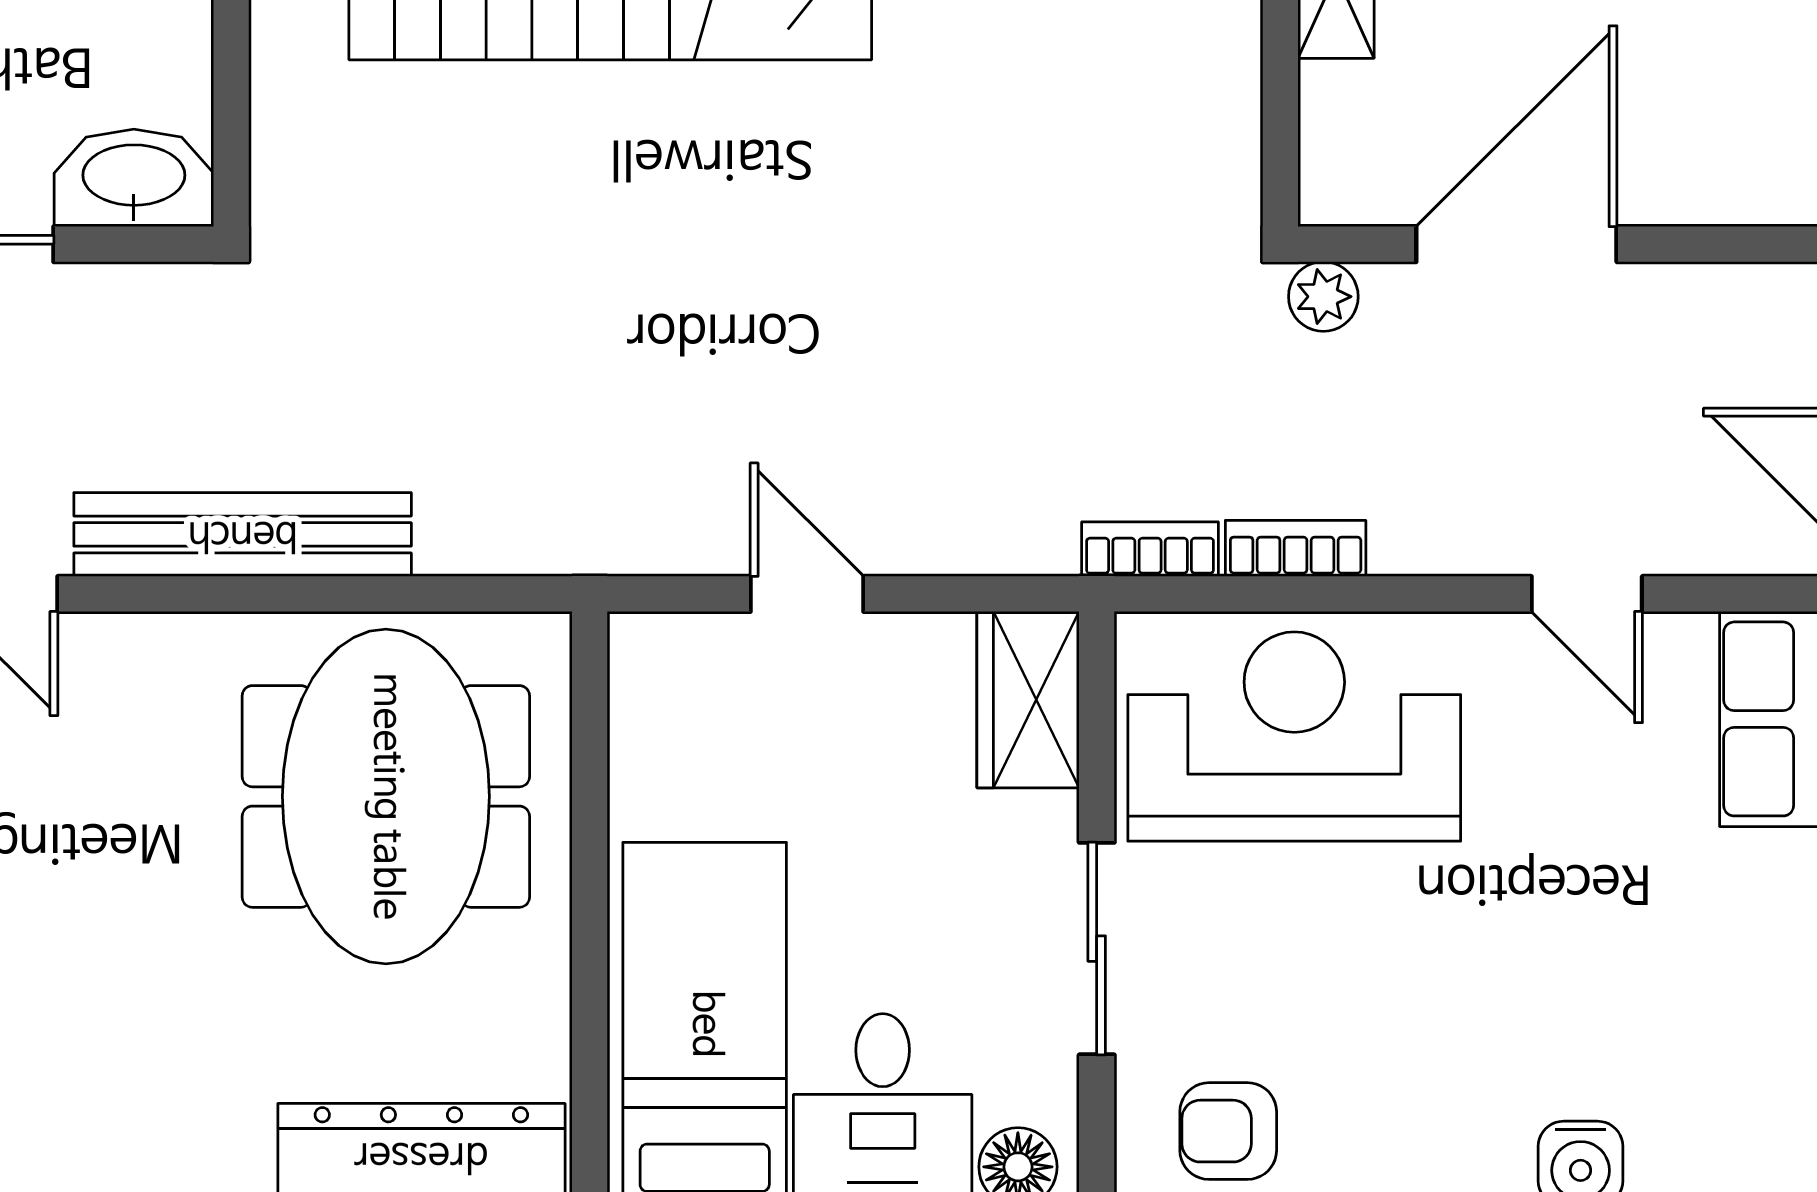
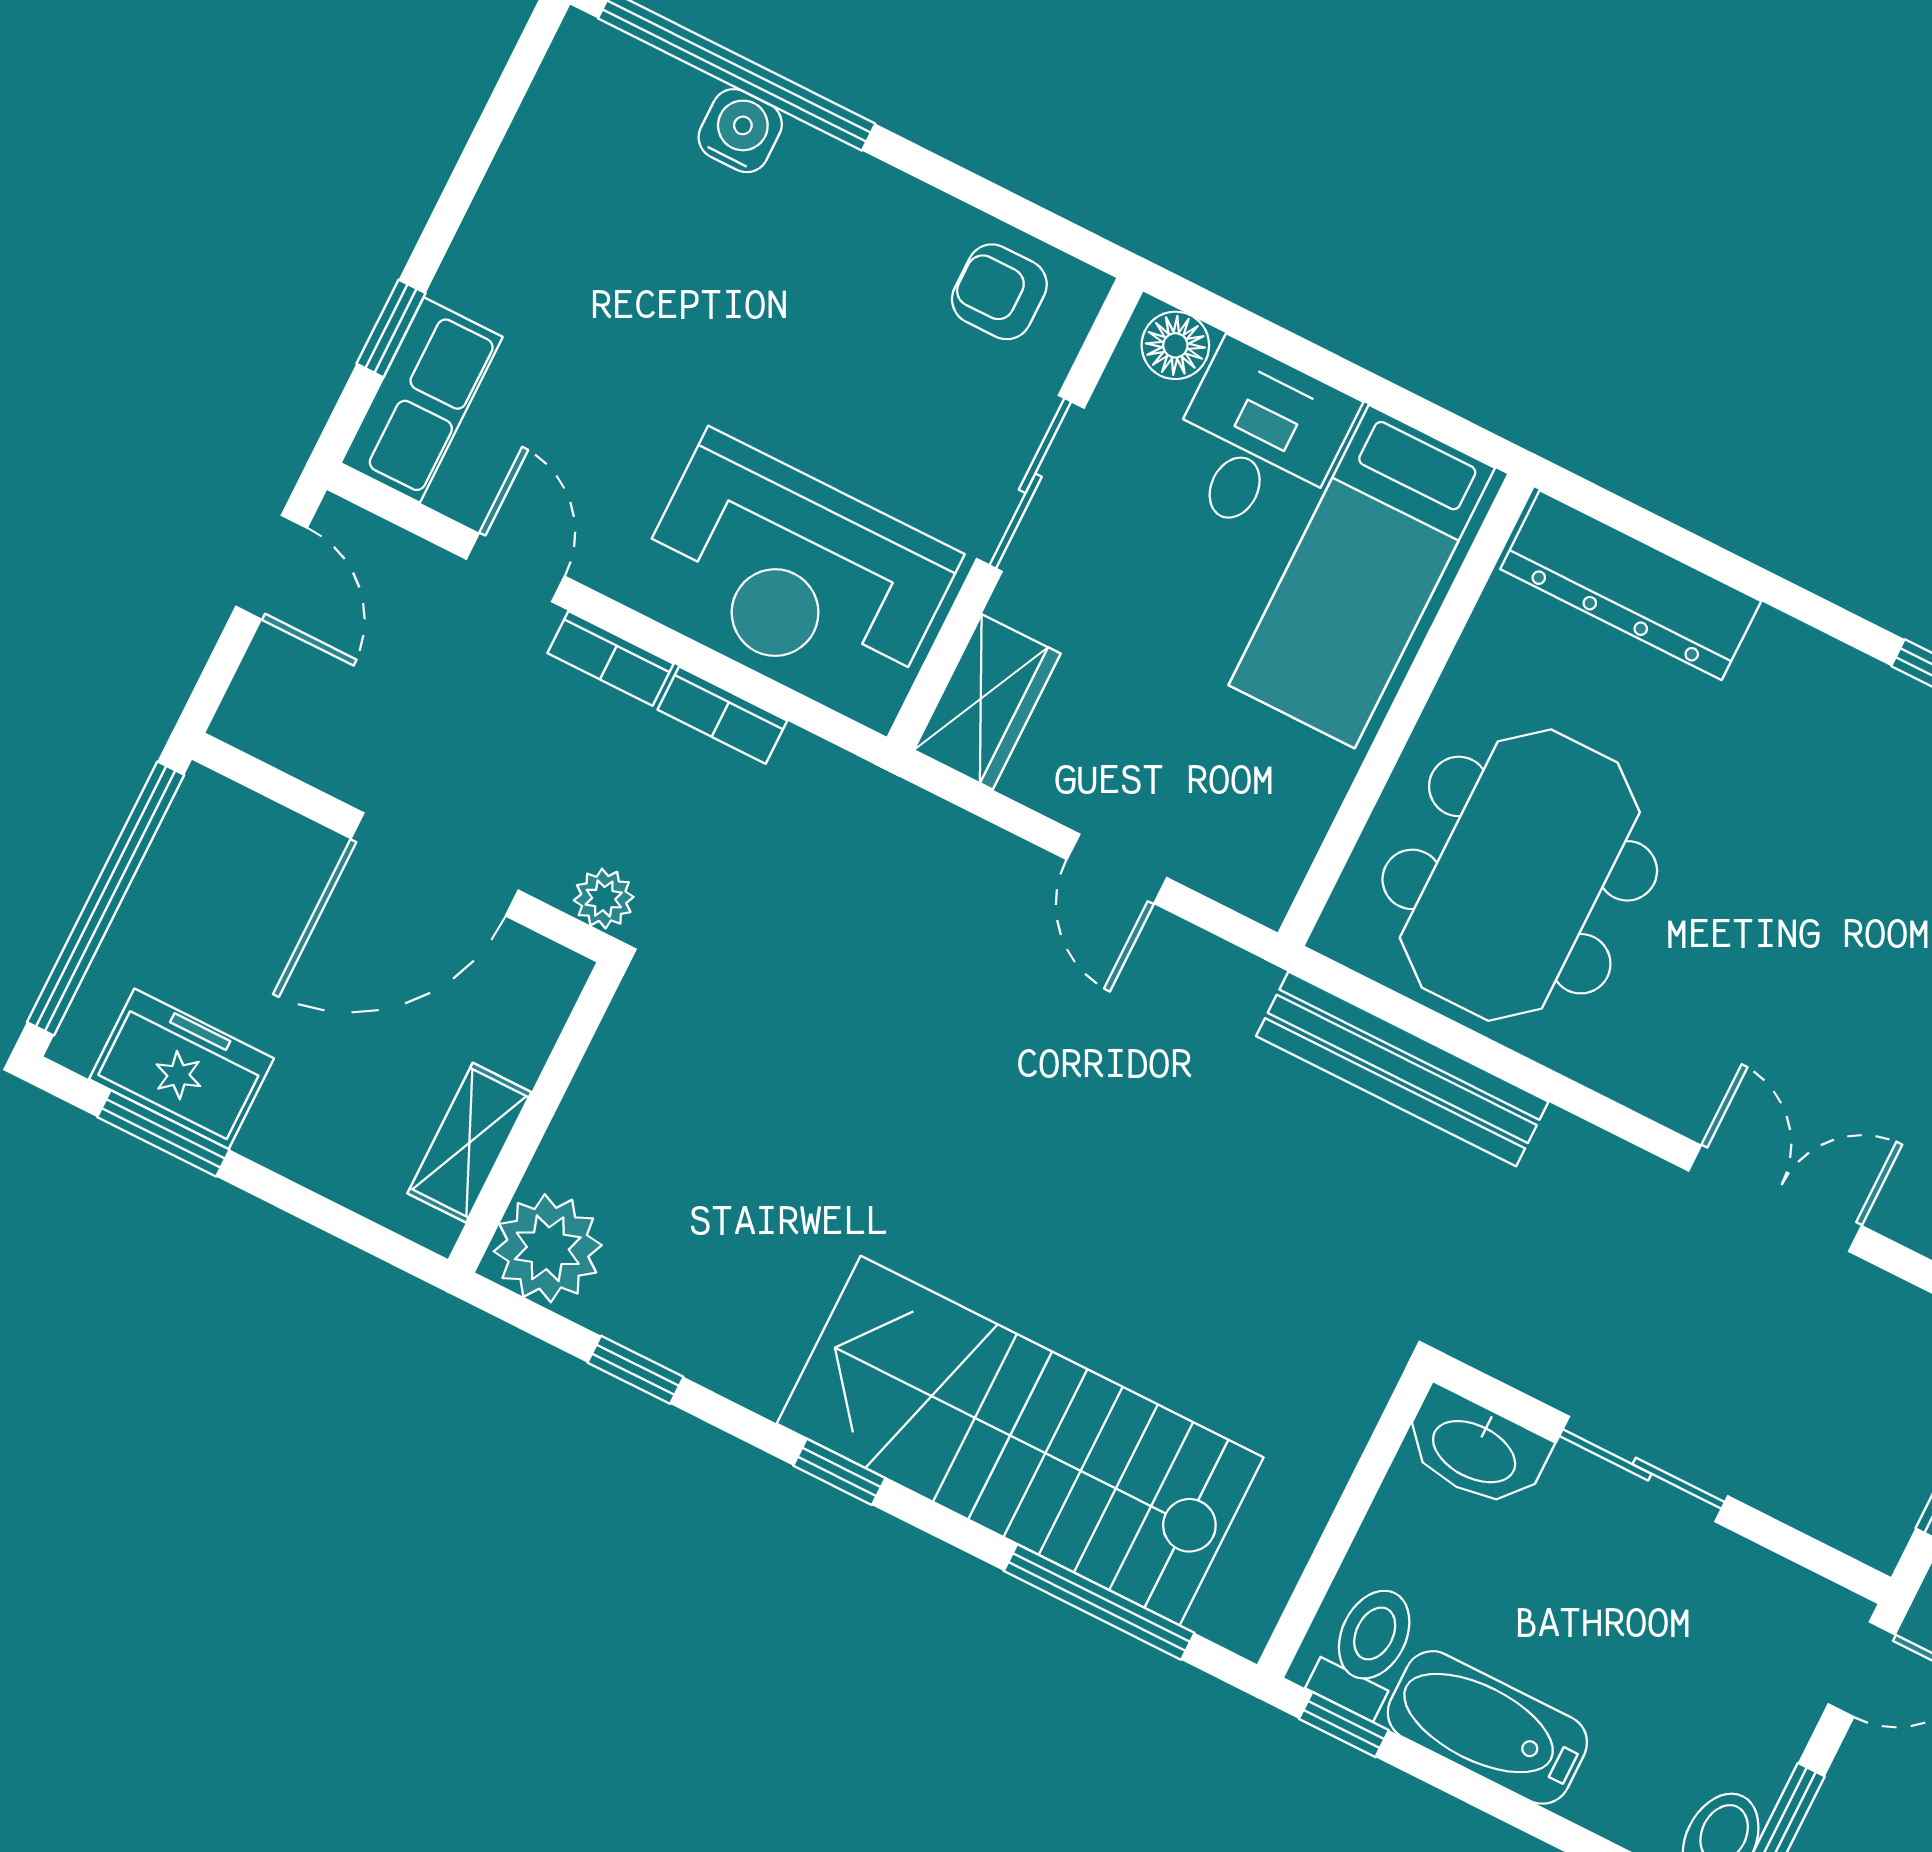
bench: (243, 534) -> (1402, 1069), moved
bookcase: (1150, 549) -> (610, 658), moved
armchair: (1228, 1131) -> (999, 292), turned 180

